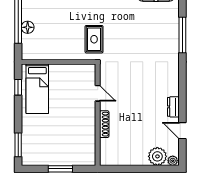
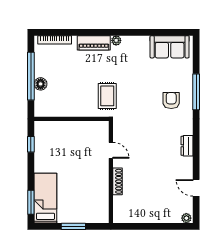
armchair: (158, 44) -> (171, 100), added
bed: (37, 89) -> (45, 198), moved, turned 180
dresser: (173, 107) -> (187, 146), moved
plant: (157, 156) -> (171, 214), removed

